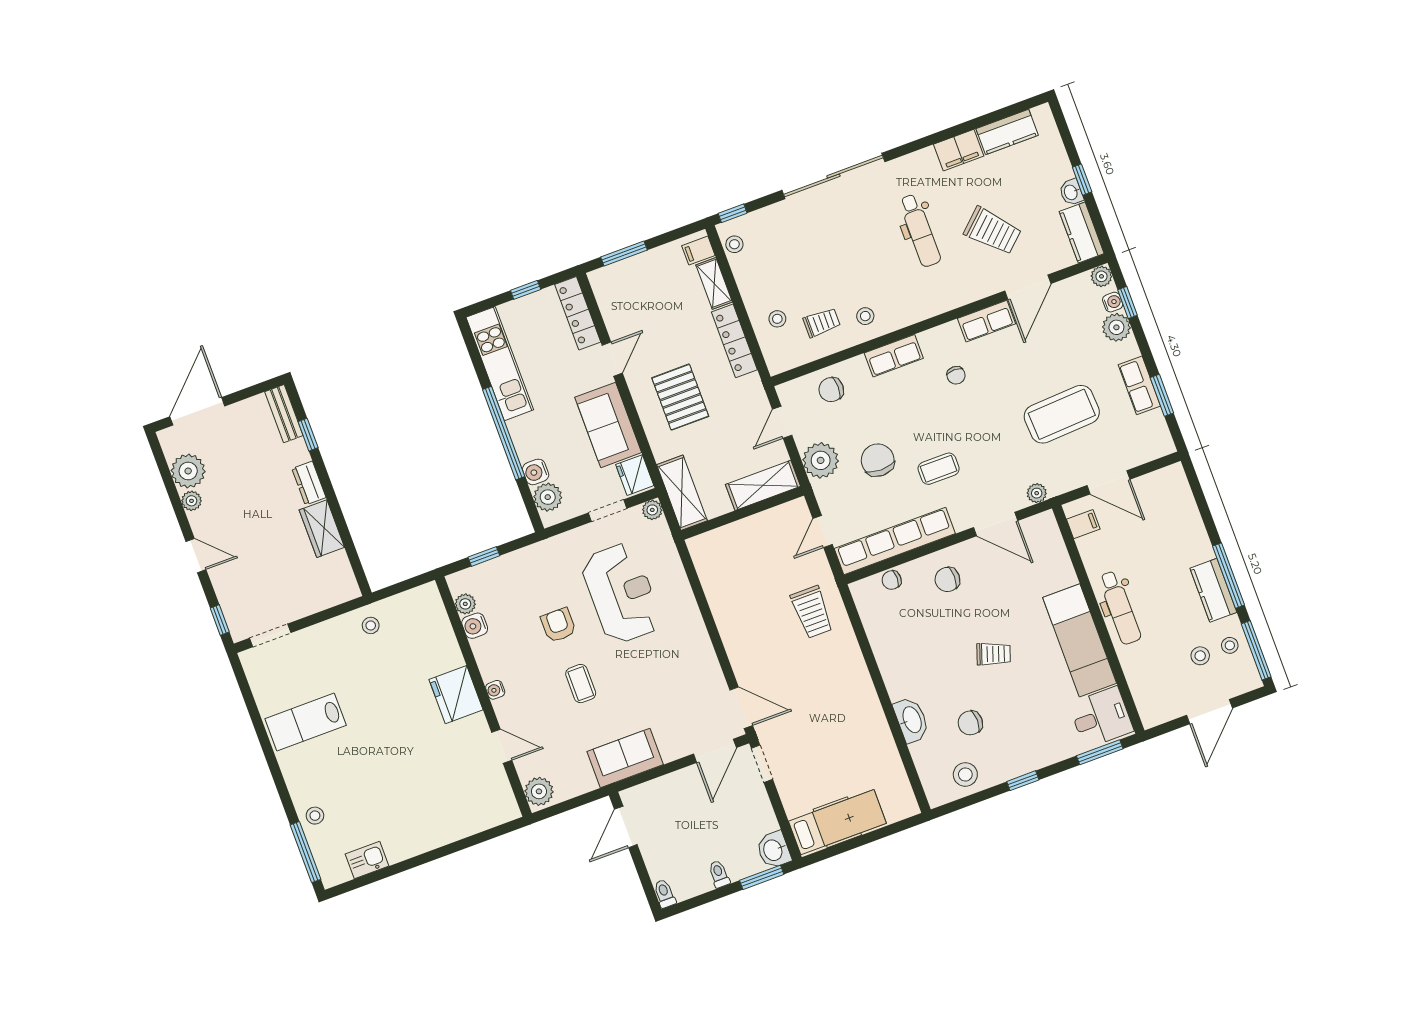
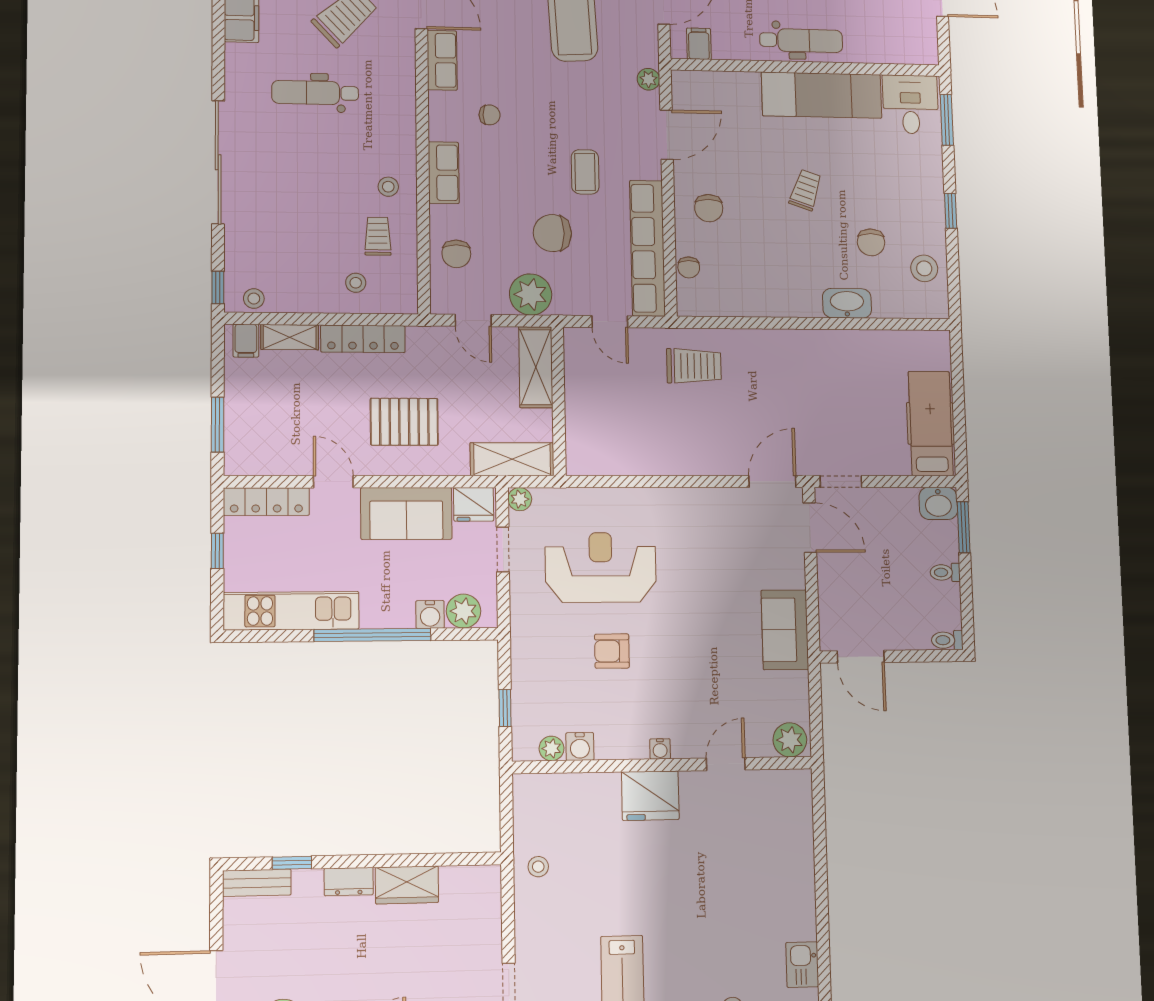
dental chair: (920, 231) -> (315, 93), turned 180
coffee table: (581, 684) -> (686, 650), removed

